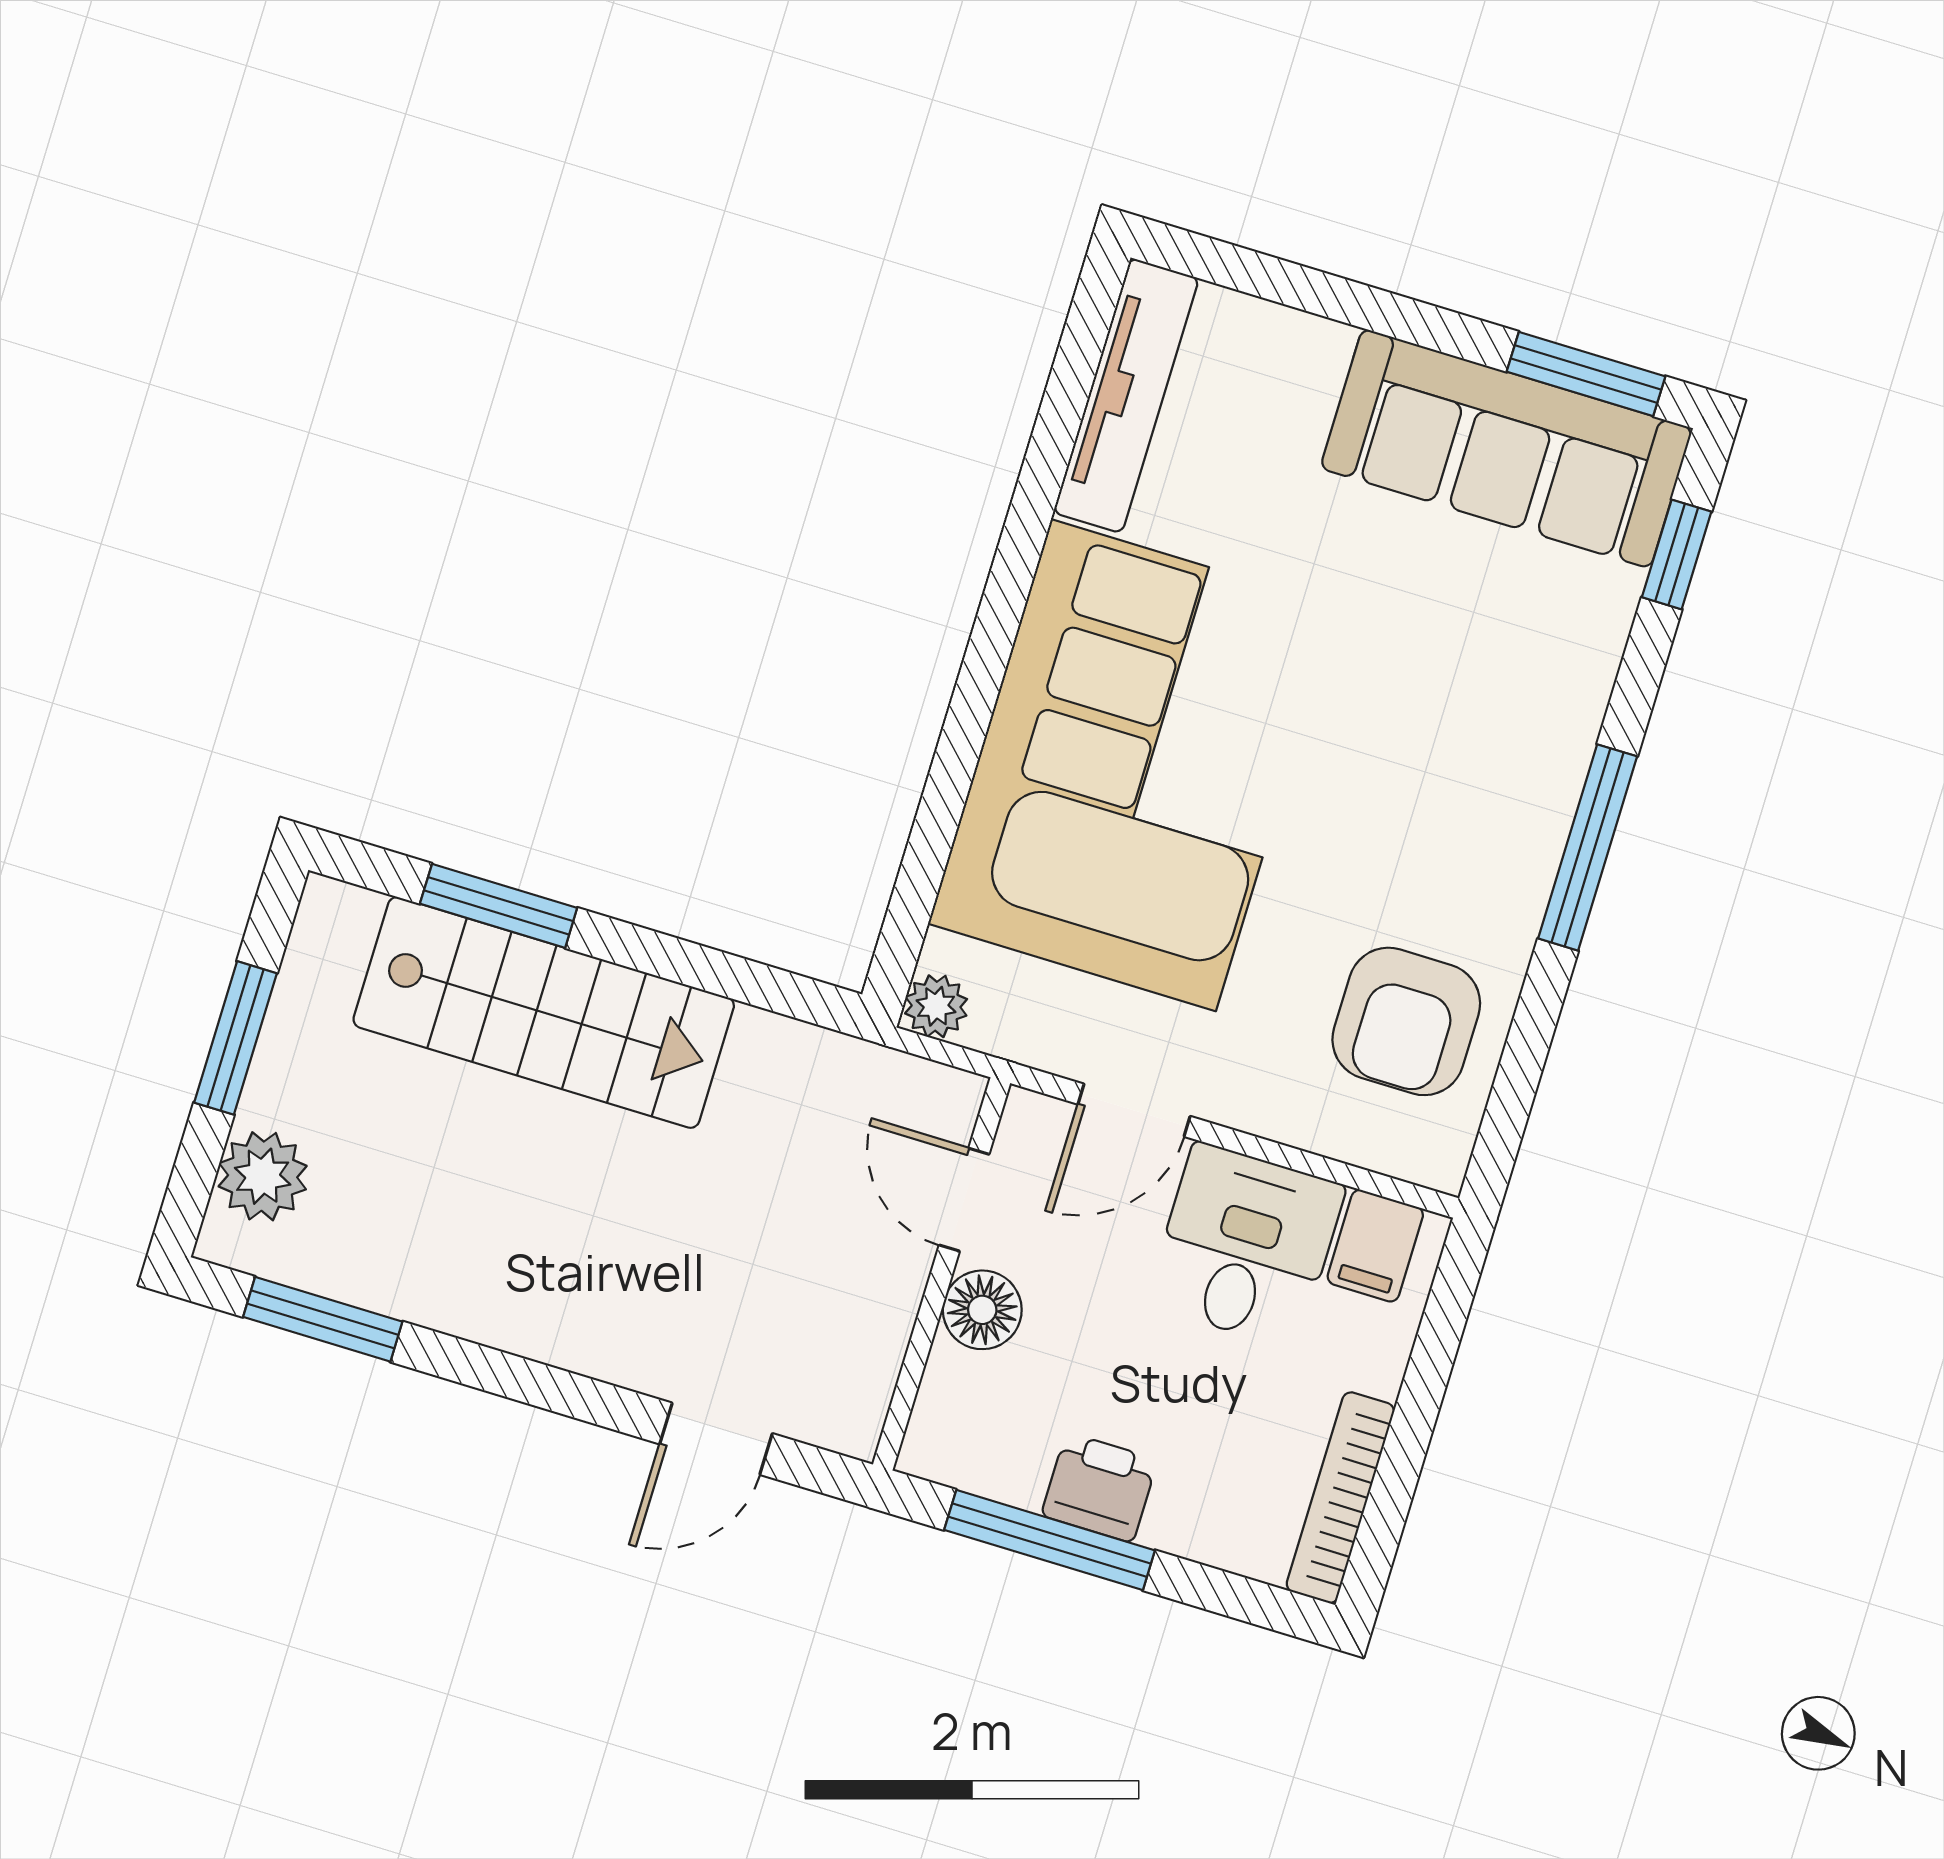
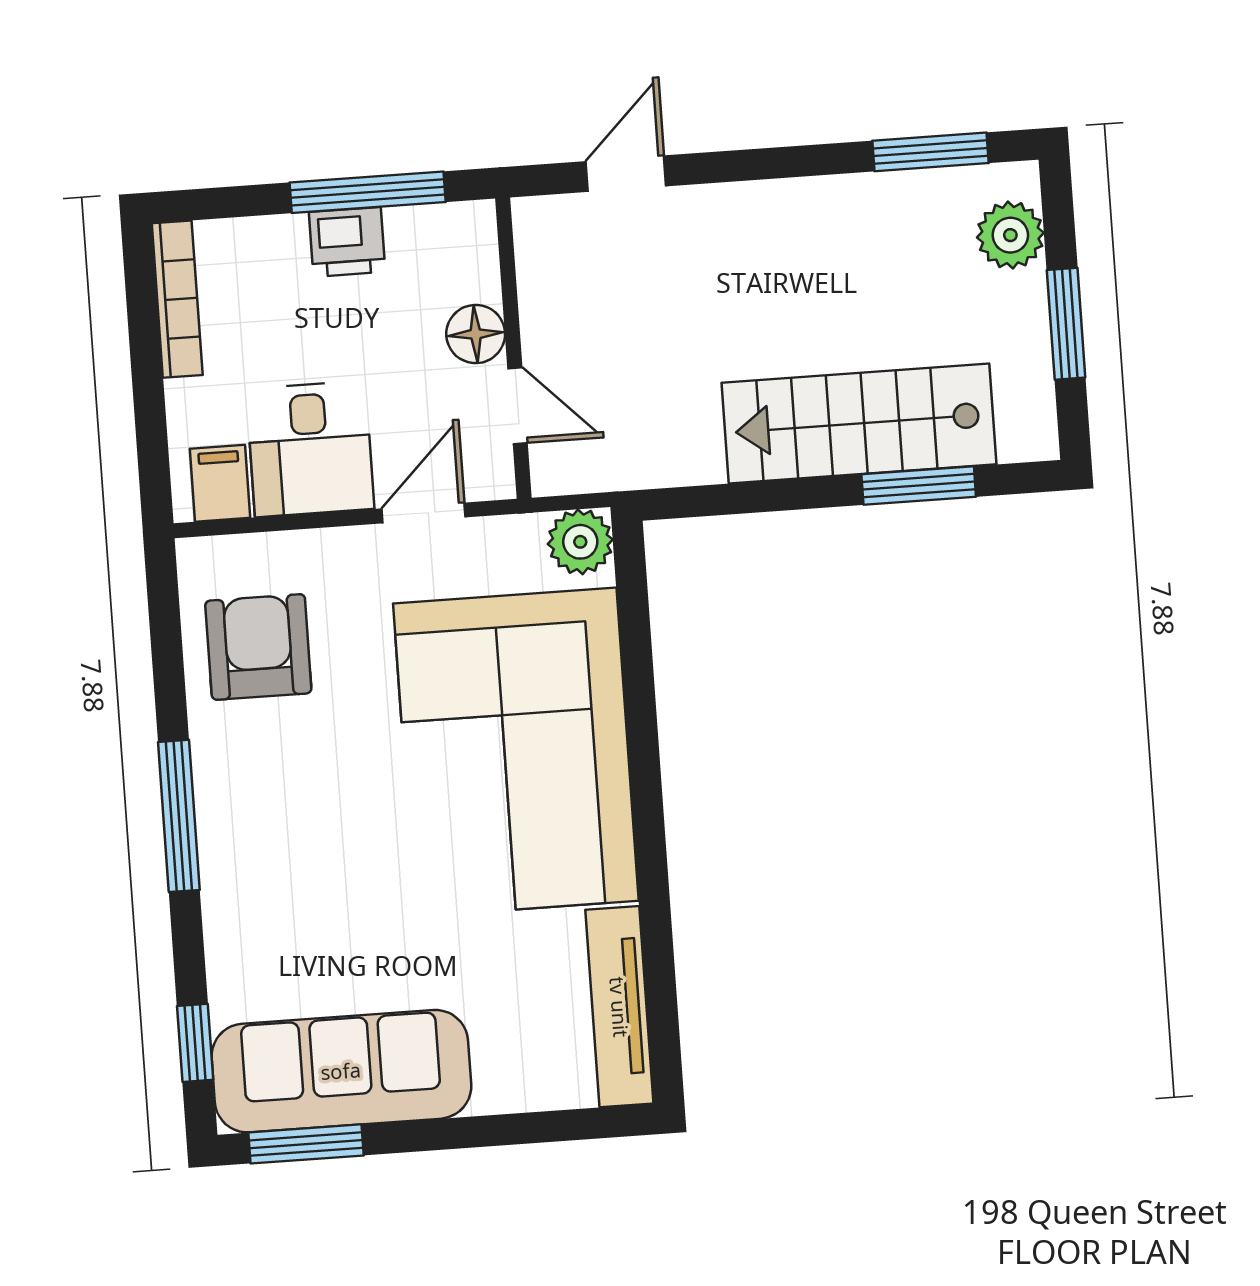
plant: (936, 1006) -> (580, 542), width x1.38, depth x1.38

